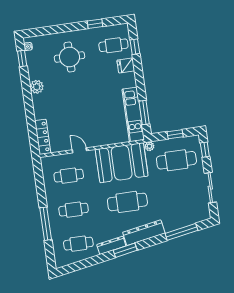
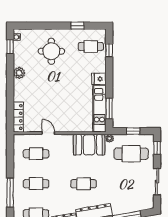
fridge: (126, 65) -> (99, 79), moved
booth: (122, 163) -> (89, 145), width x0.73, depth x0.70
cafe table: (127, 202) -> (84, 184), width x0.73, depth x0.74

